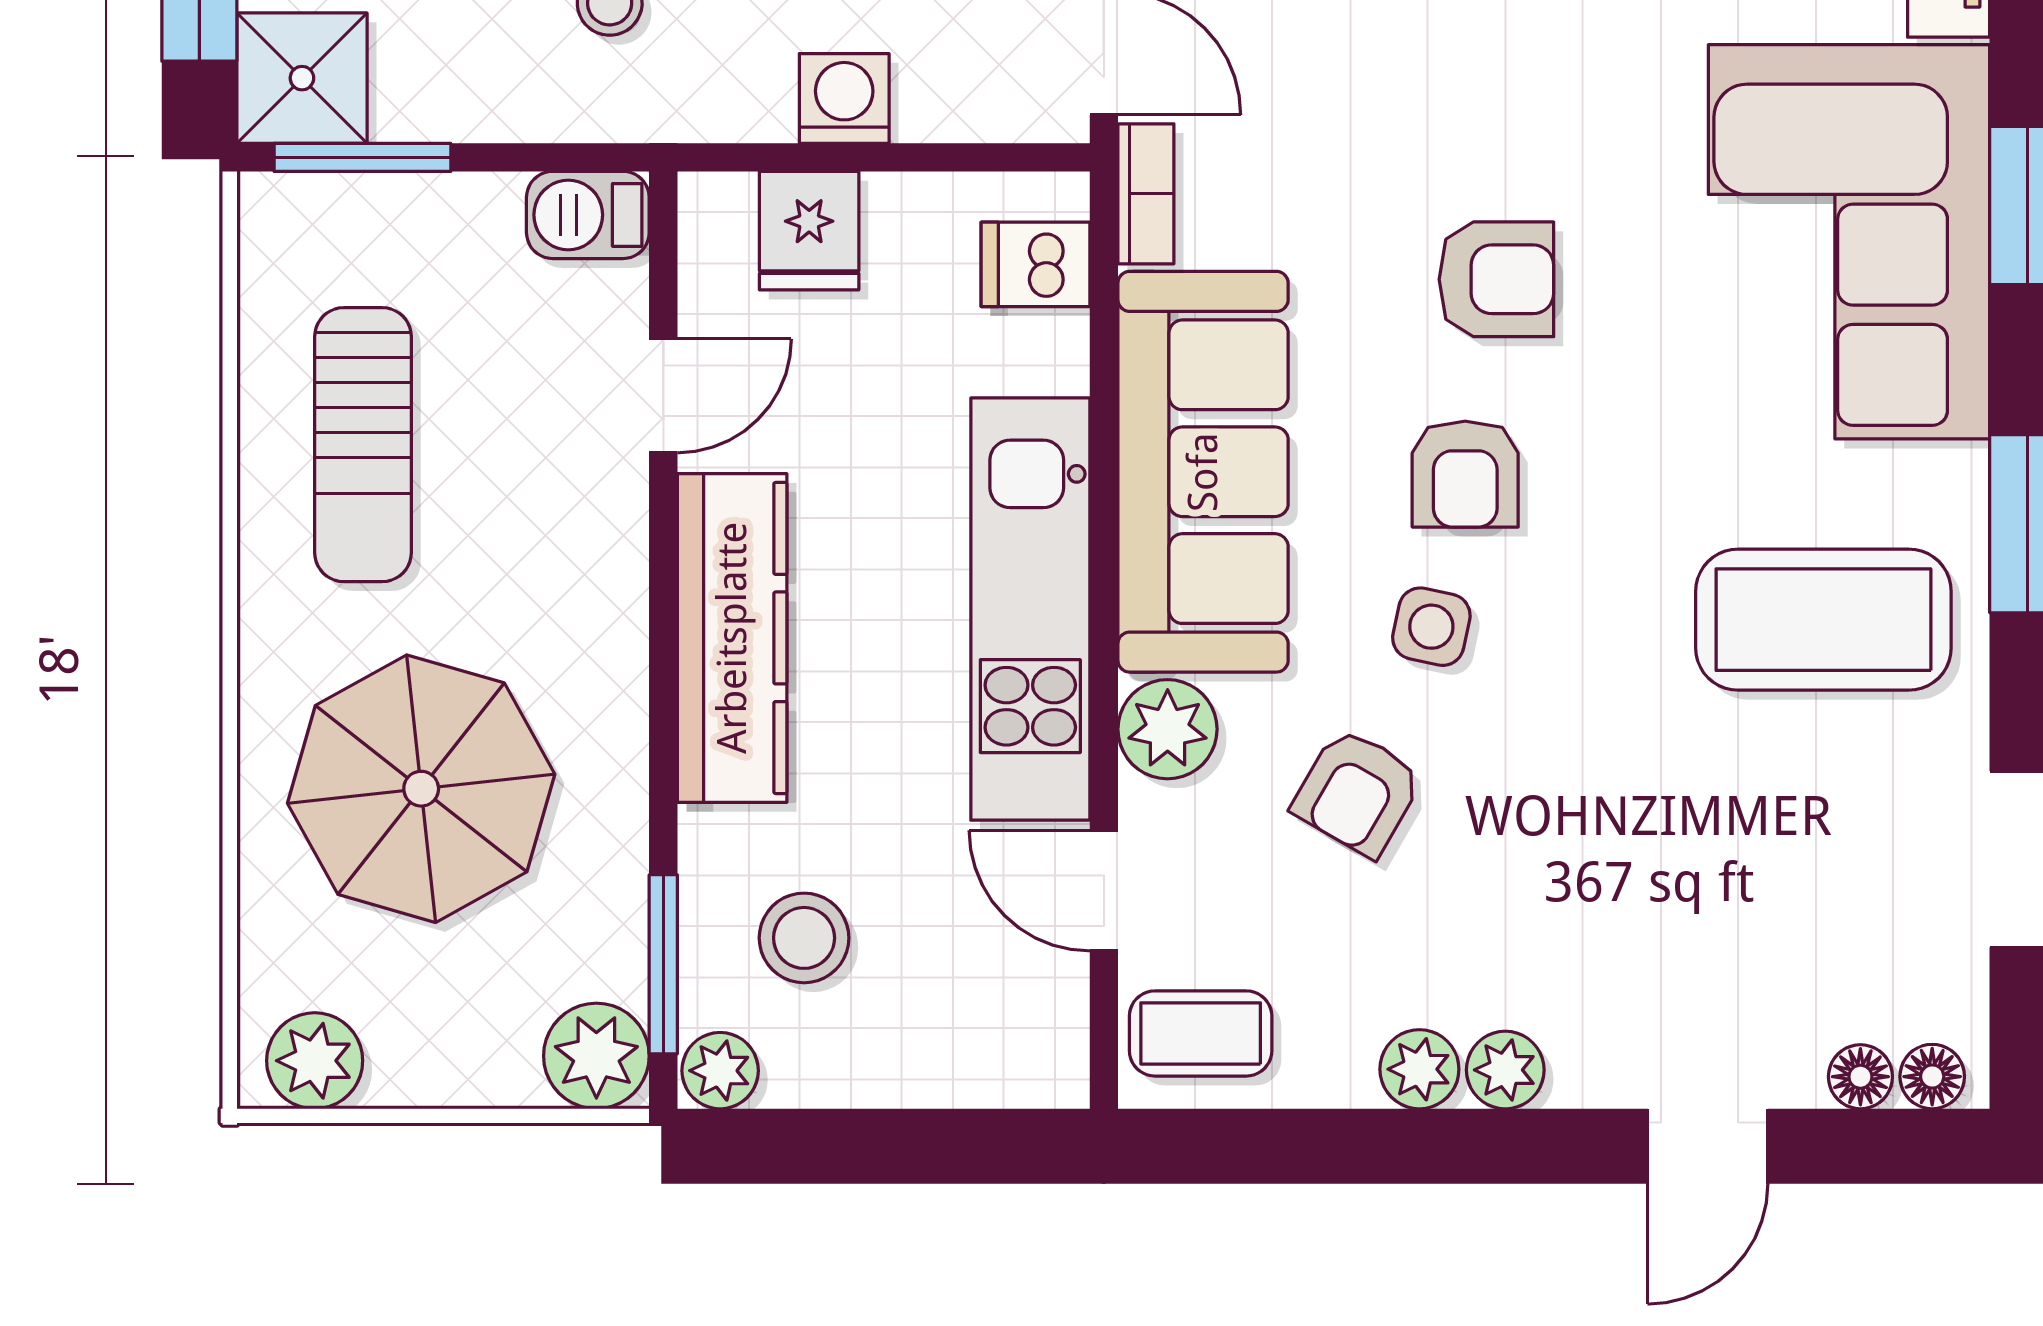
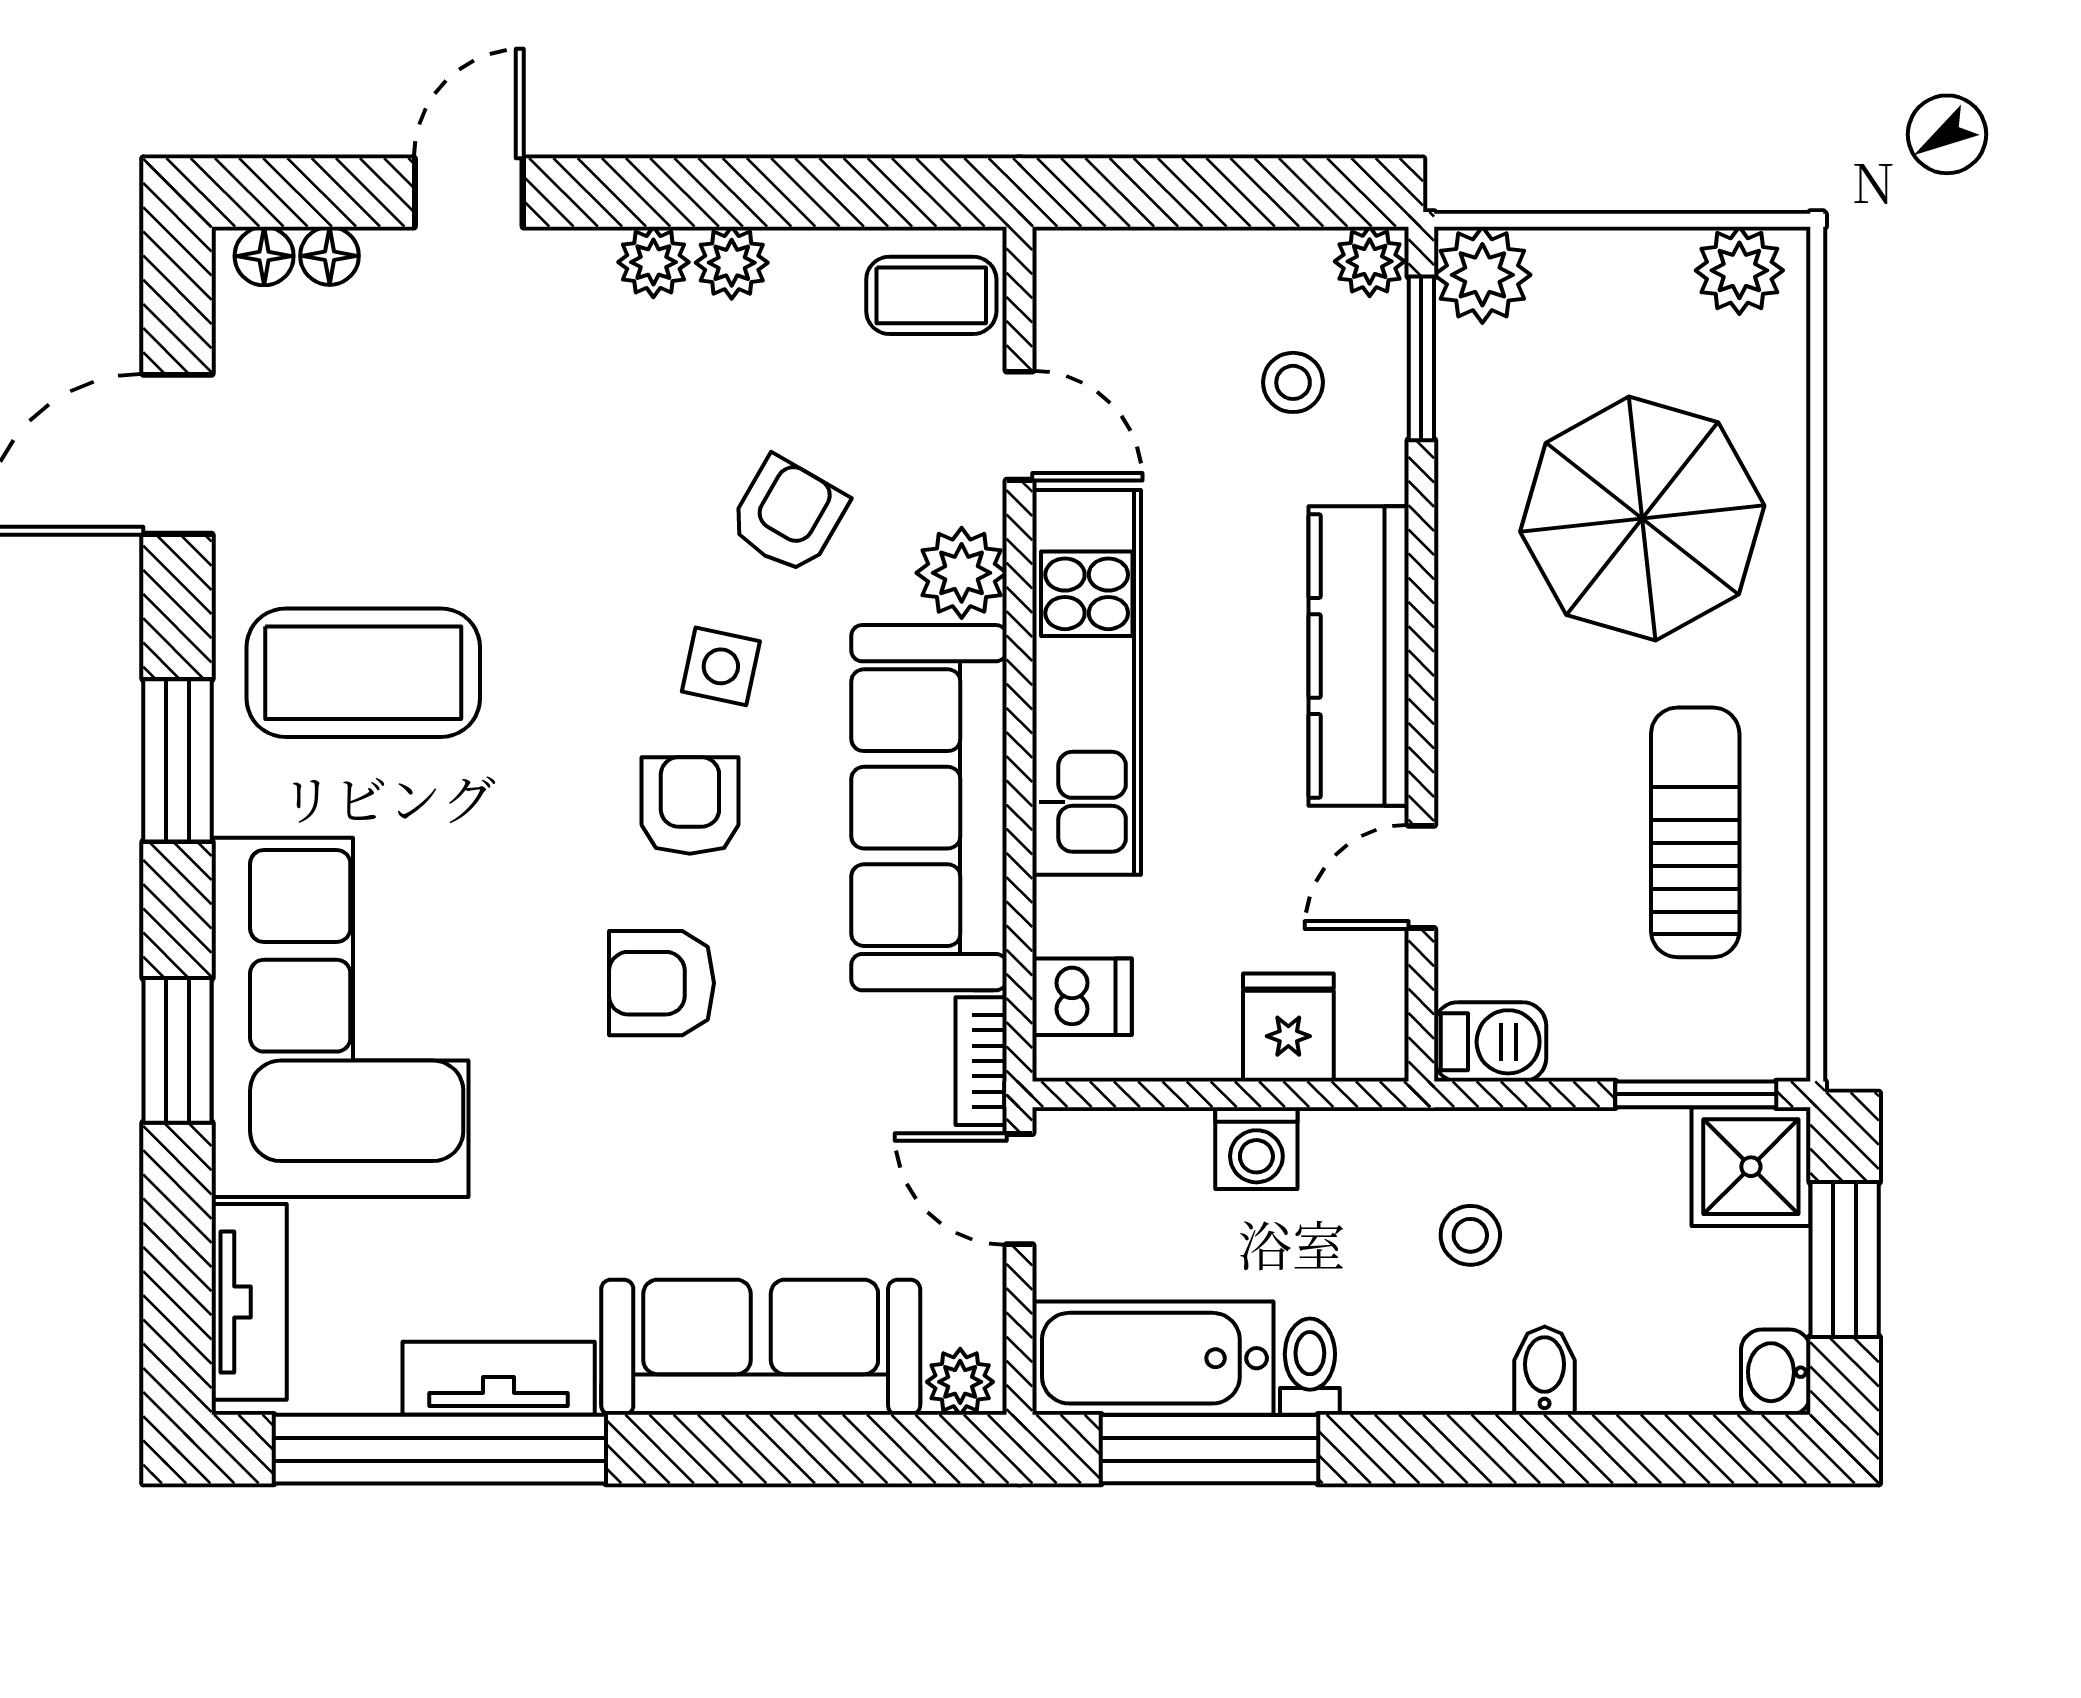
stool: (804, 938) -> (1293, 382), width x0.73, depth x0.73

